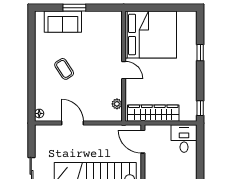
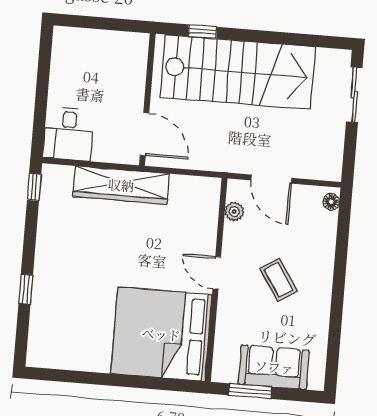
bed: (151, 34) -> (161, 334), moved
wall: (124, 66) -> (216, 280), moved
door: (124, 70) -> (217, 273), moved
plant: (117, 104) -> (234, 212), moved

